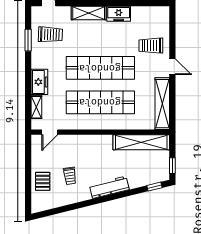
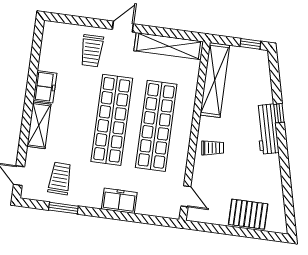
shelving: (36, 107) -> (151, 209), removed
trolley: (70, 176) -> (213, 148), moved
pallet: (43, 181) -> (248, 214), width x1.50, depth x1.42
window: (154, 187) -> (279, 113), moved

